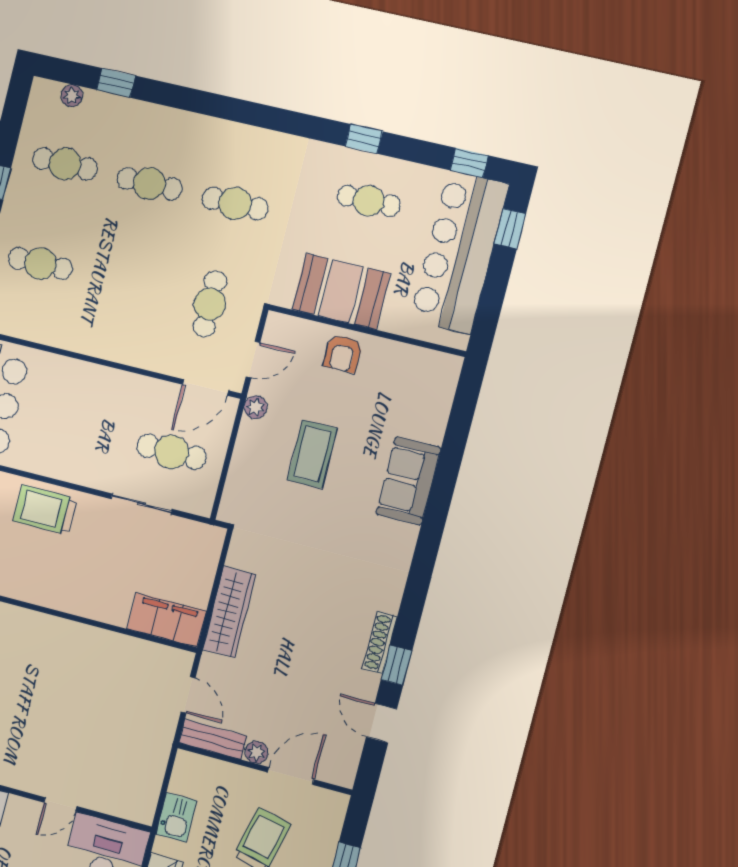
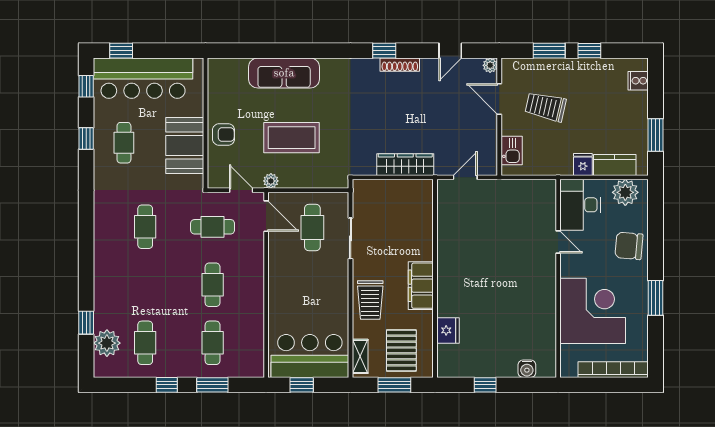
plant: (72, 96) -> (107, 343), width x1.88, depth x1.88
window: (364, 139) -> (86, 138), moved
cafe table: (150, 184) -> (213, 285), moved
coffee table: (312, 454) -> (292, 138), width x1.36, depth x1.32
sofa: (408, 481) -> (284, 73), width x1.36
filing cabinet: (167, 620) -> (421, 286), moved
window: (397, 665) -> (384, 51), moved
bench: (213, 739) -> (489, 154), removed
plant: (257, 752) -> (490, 65), moved
kitchen sink: (176, 817) -> (512, 151), moved, turned 90

